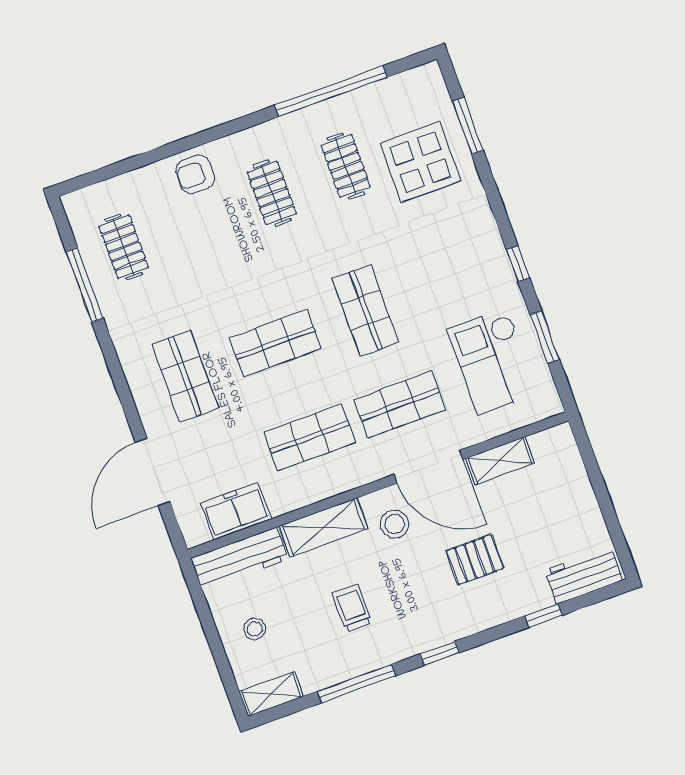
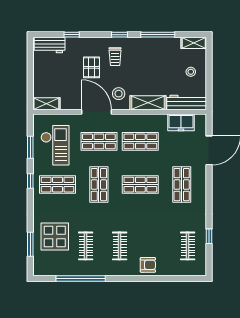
shop shelf: (456, 278) -> (58, 185), added
window: (85, 285) -> (209, 236), width x0.46
shelving: (500, 461) -> (46, 104), moved
pallet: (475, 560) -> (91, 67), turned 90
trolley: (352, 608) -> (115, 57), moved

